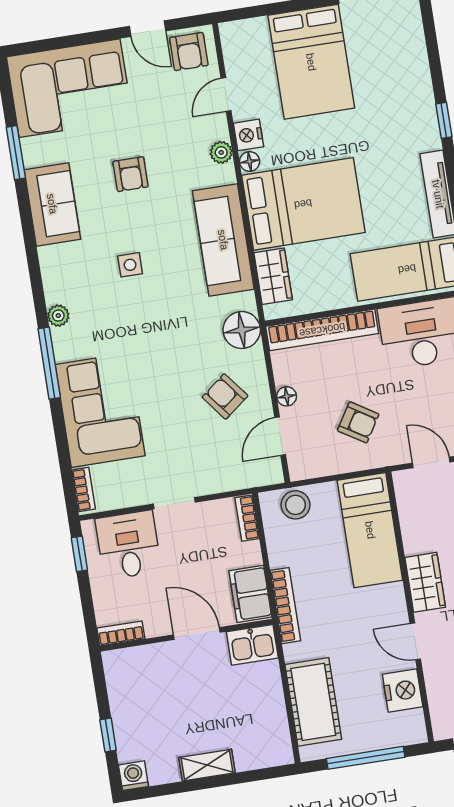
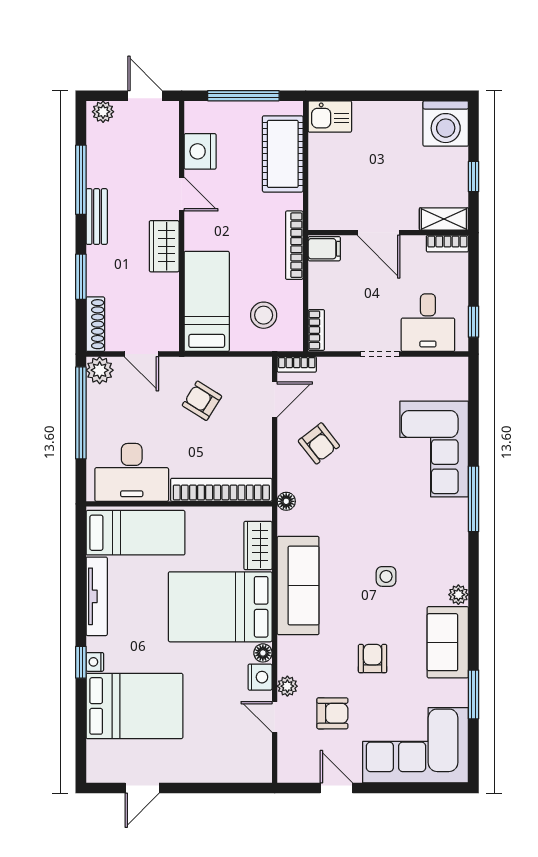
armchair: (189, 51) -> (332, 713), moved, turned 90
bed: (311, 62) -> (134, 706), moved, turned 90
door: (226, 95) -> (275, 717), swing flipped
nightstand: (429, 123) -> (95, 662), added
plant: (221, 152) -> (287, 686), moved
plant: (58, 316) -> (458, 595), moved
floor lamp: (242, 330) -> (286, 501), width x0.53, depth x0.53
floor lamp: (287, 396) -> (263, 435), removed
bookcase: (84, 490) -> (297, 364), moved, turned -90
stool: (295, 505) -> (264, 315), moved
filing cabinet: (250, 594) -> (324, 249), width x0.50
kitchen sink: (252, 645) -> (330, 117), moved, turned 180
window: (108, 735) -> (474, 177), moved
shelving: (207, 765) -> (444, 219), moved
washing machine: (133, 776) -> (446, 124), width x1.89, depth x1.89

